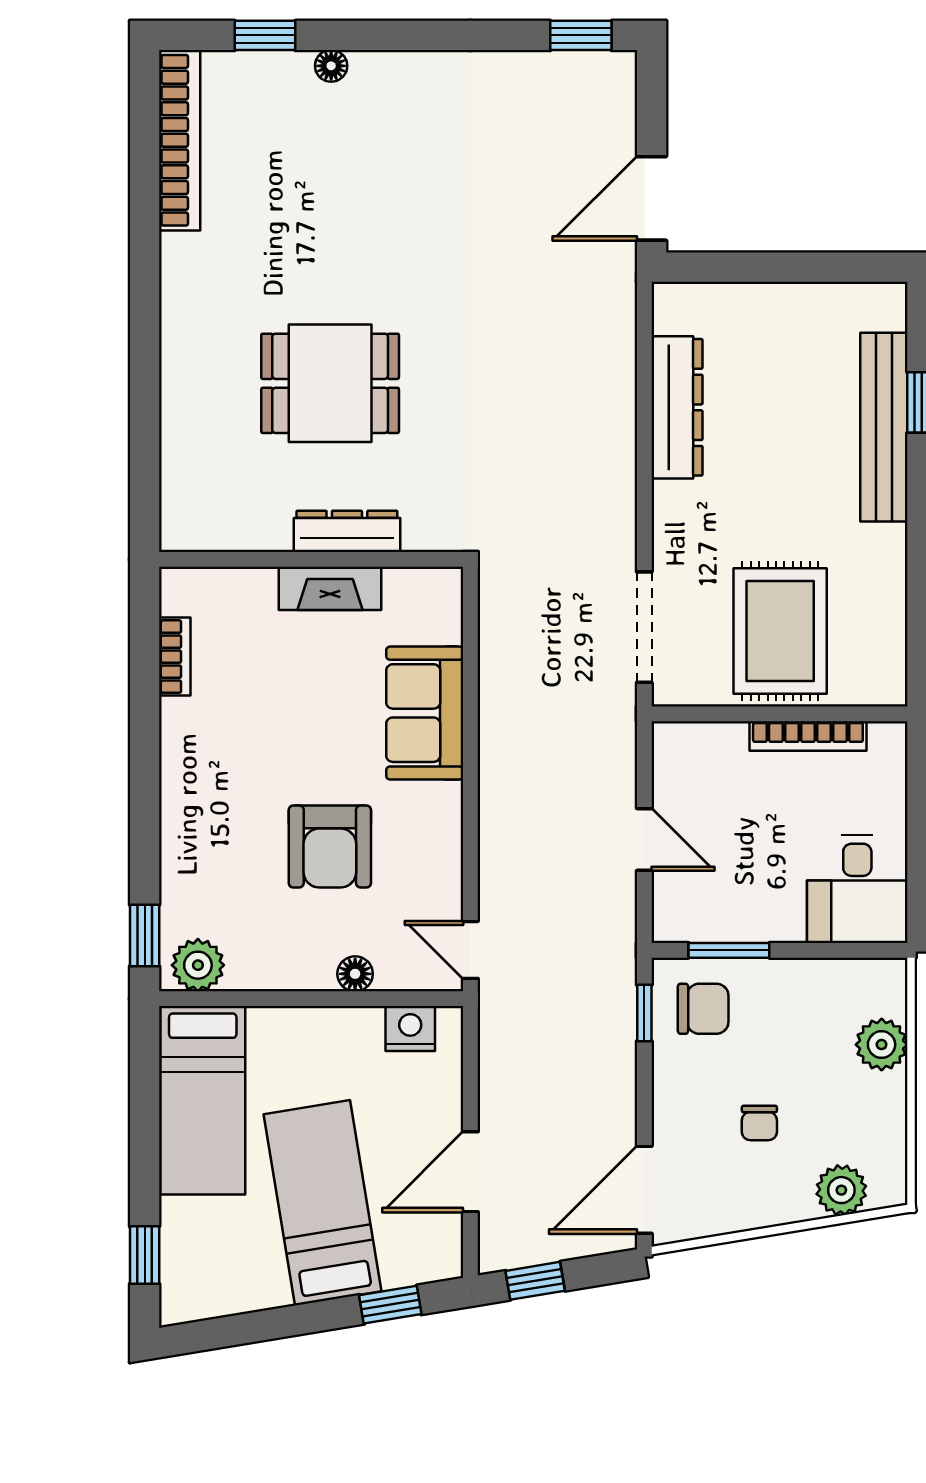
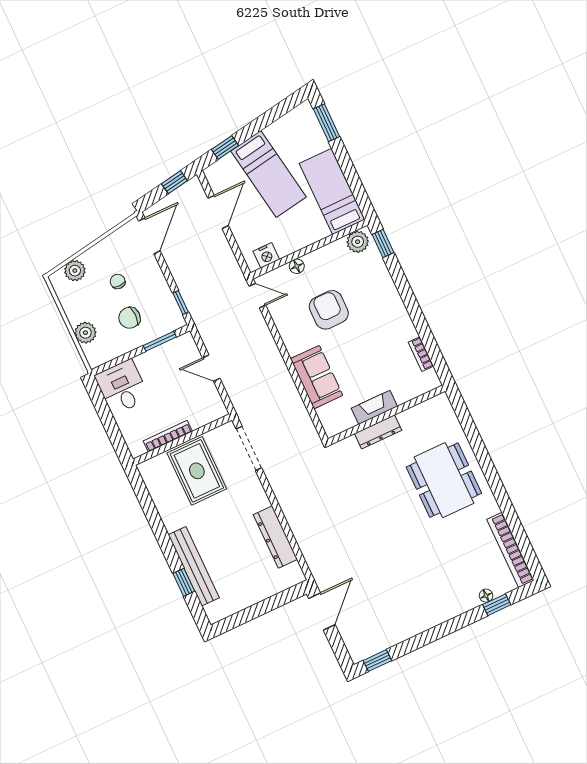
floor lamp: (331, 66) -> (486, 596), moved
dining table: (330, 383) -> (444, 480), moved, width x1.38
chair: (703, 1009) -> (129, 318), moved
window: (145, 1255) -> (326, 123), width x1.50

